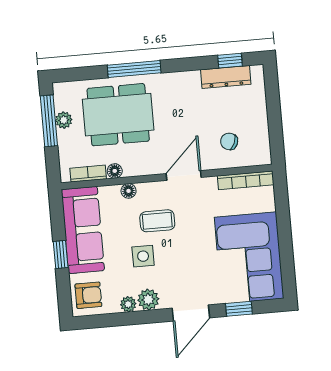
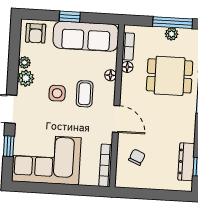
dining table: (118, 115) -> (170, 76), width x0.73
side table: (143, 256) -> (57, 93), moved

